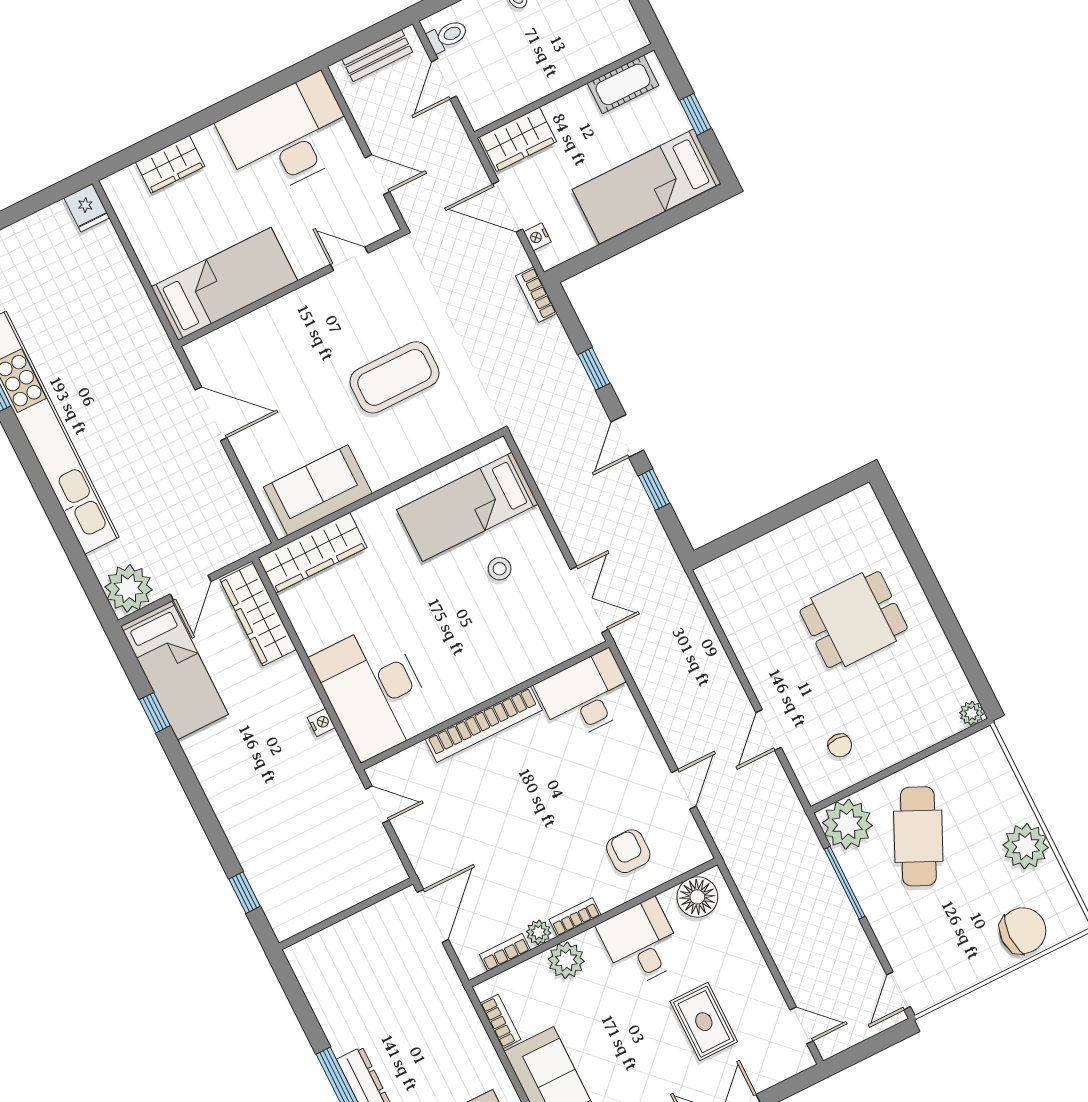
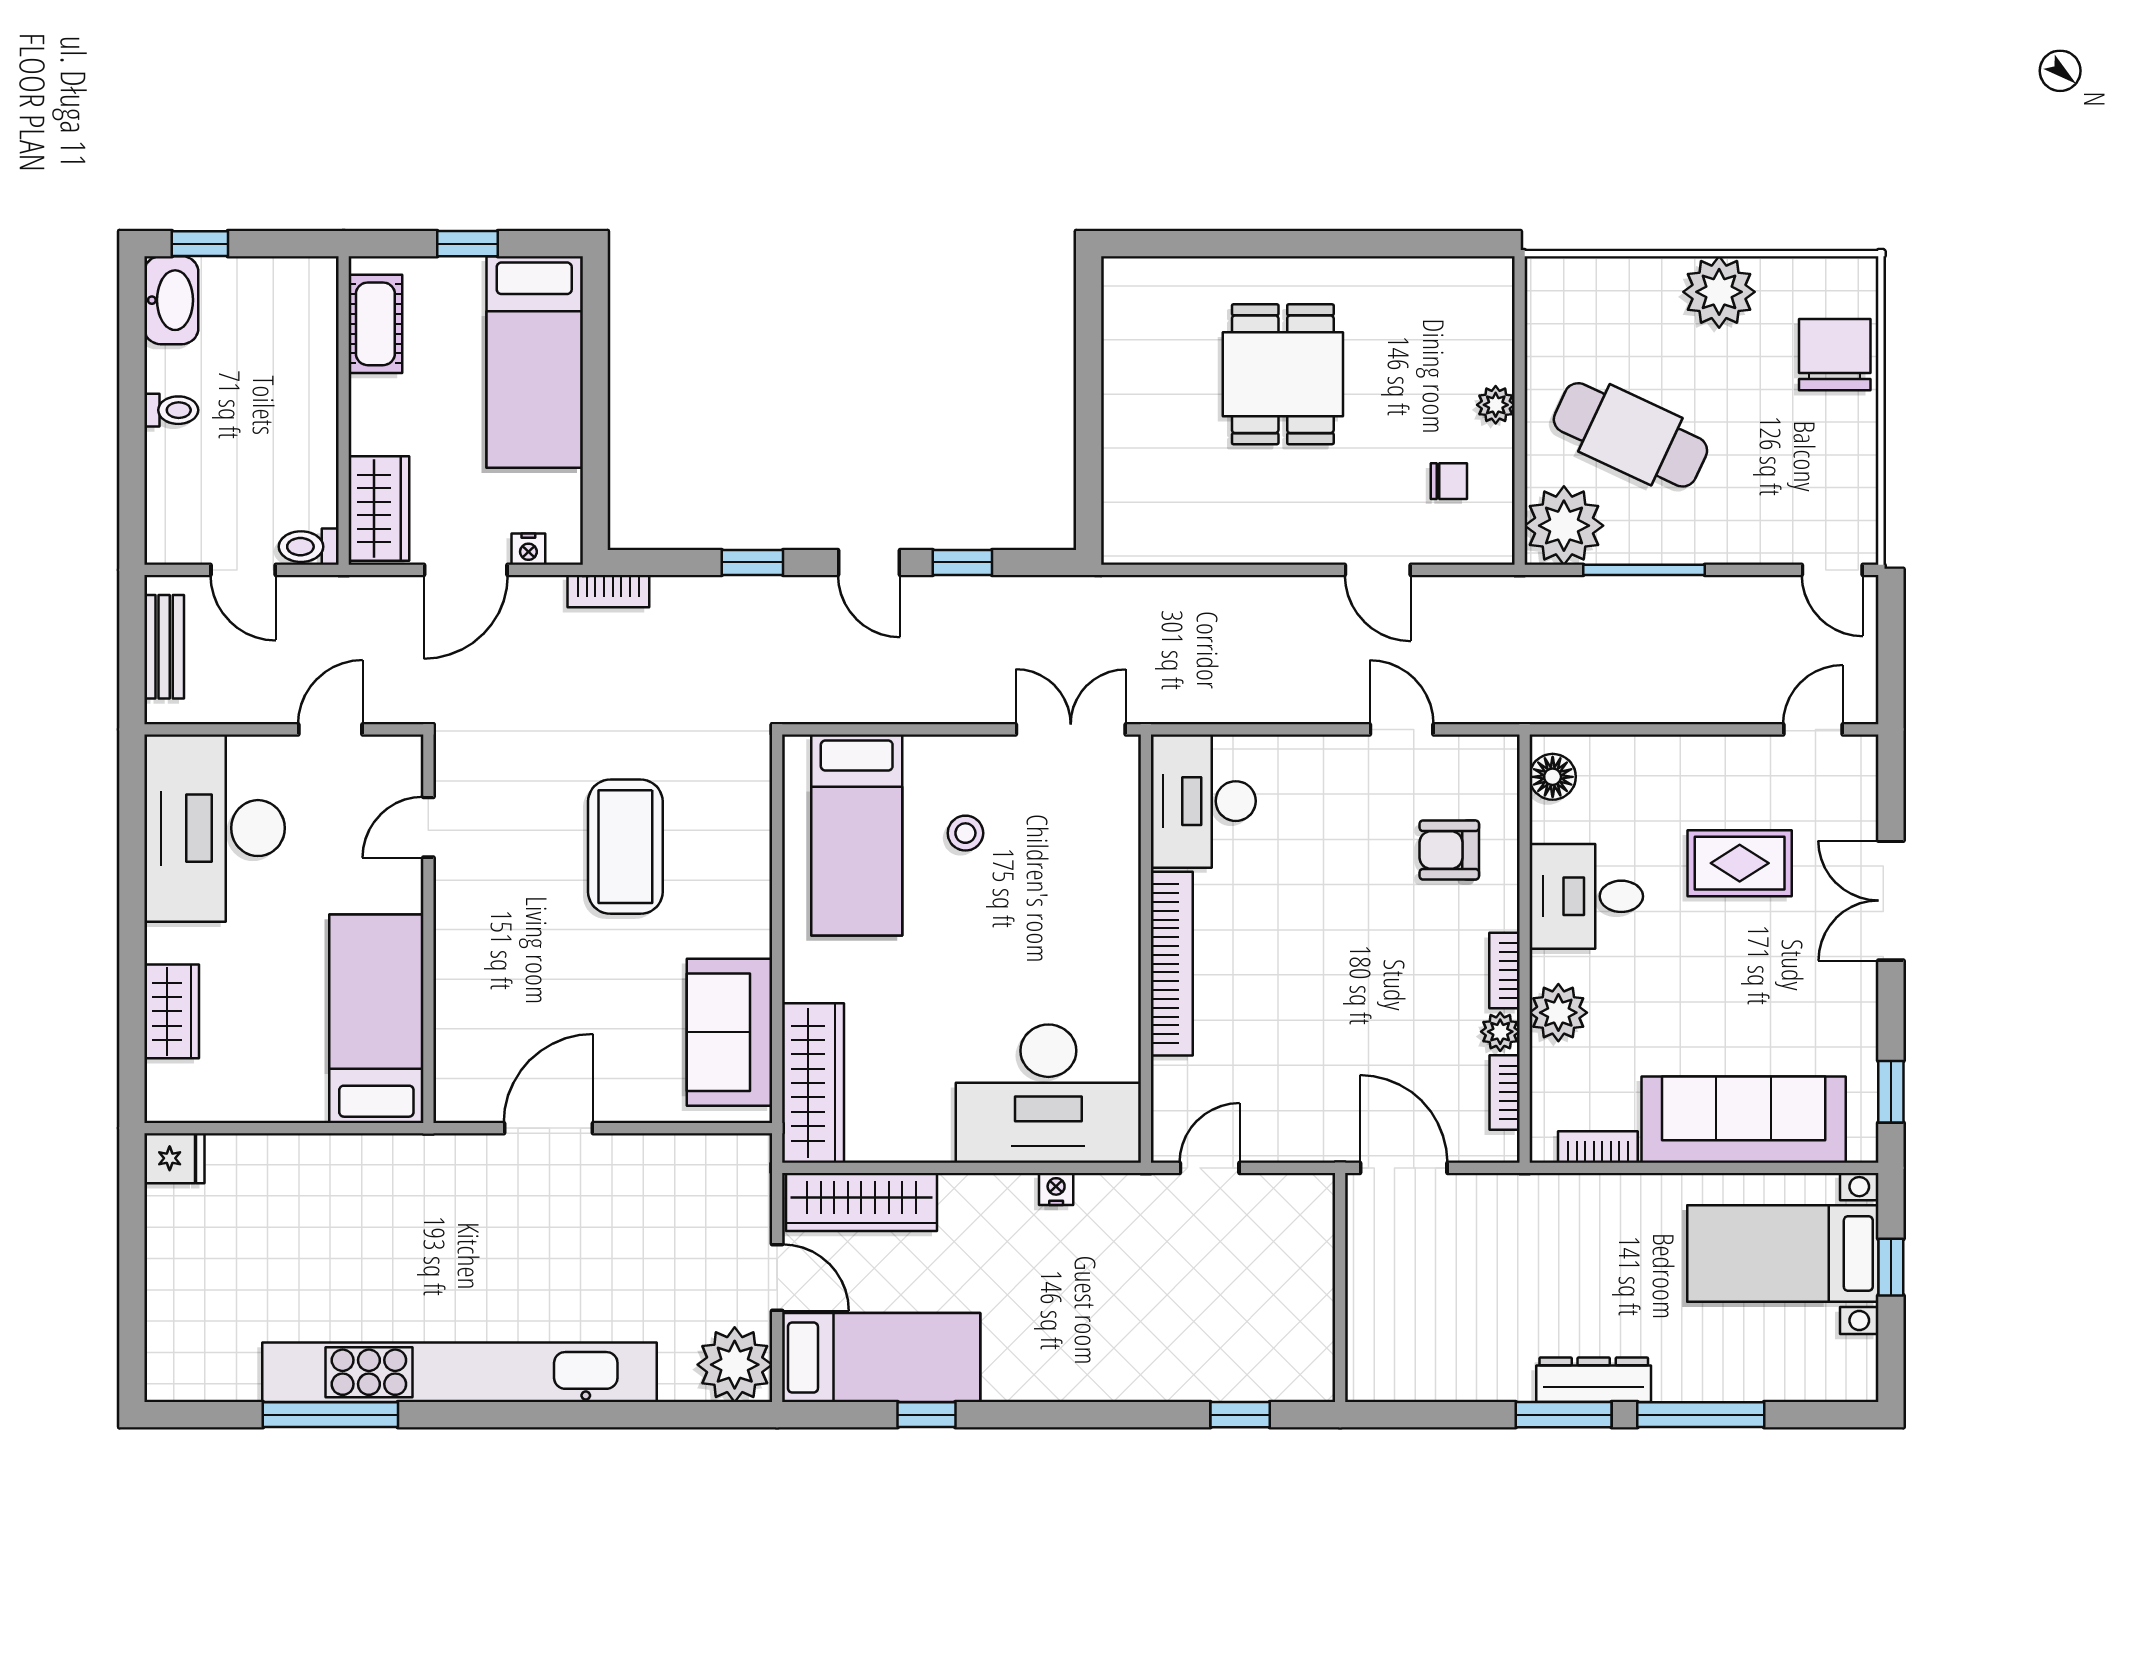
toilet: (447, 36) -> (309, 547), moved, turned -90
plant: (972, 713) -> (1496, 405), moved
floor lamp: (697, 897) -> (1553, 777), width x0.73, depth x0.73

